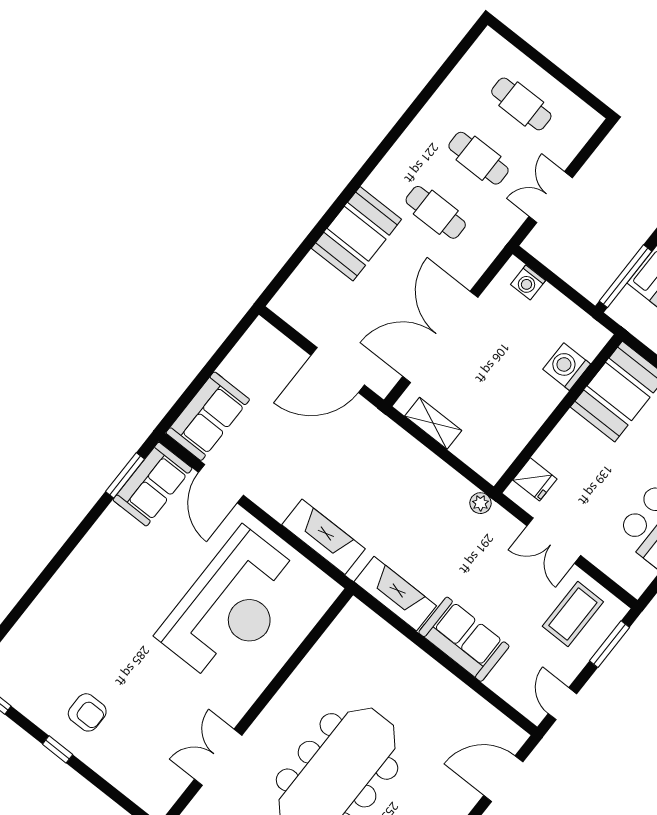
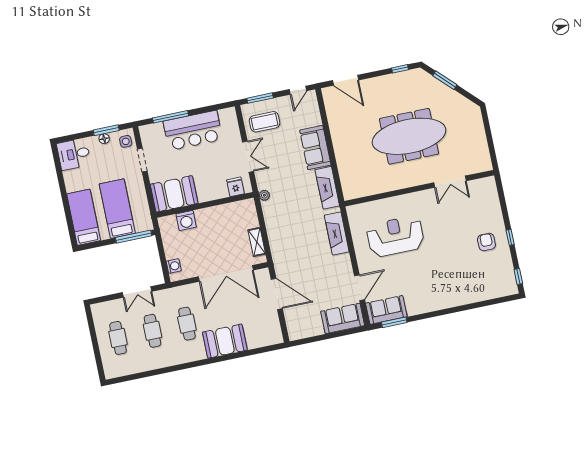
reception desk: (232, 606) -> (395, 236), width x0.74, depth x0.77

